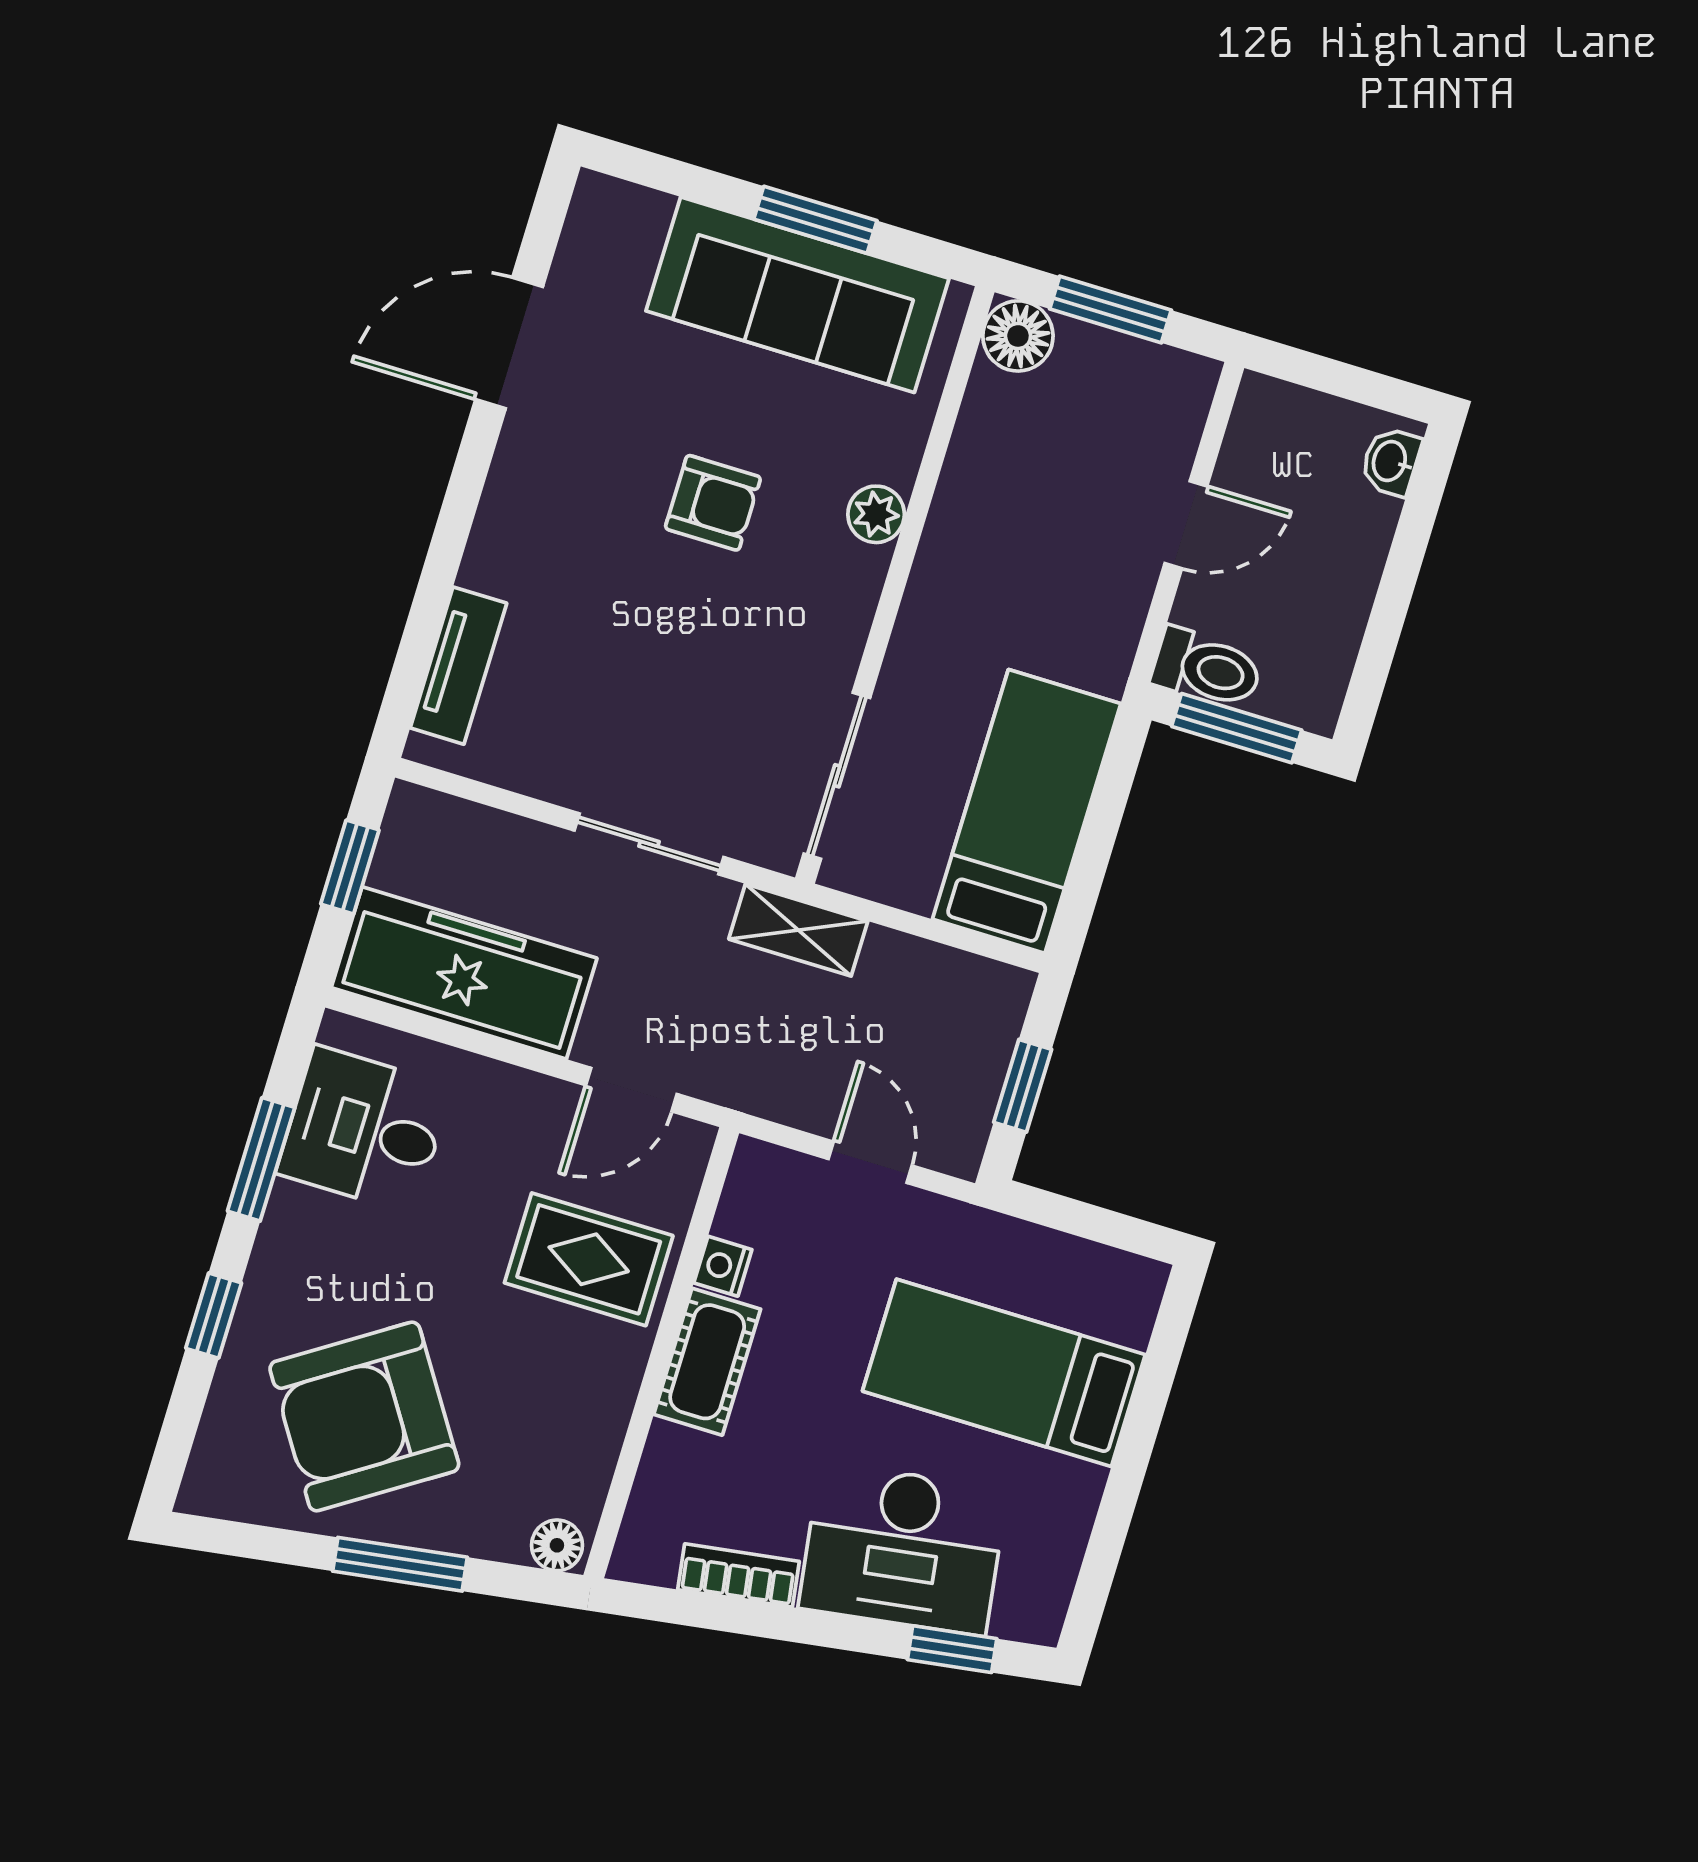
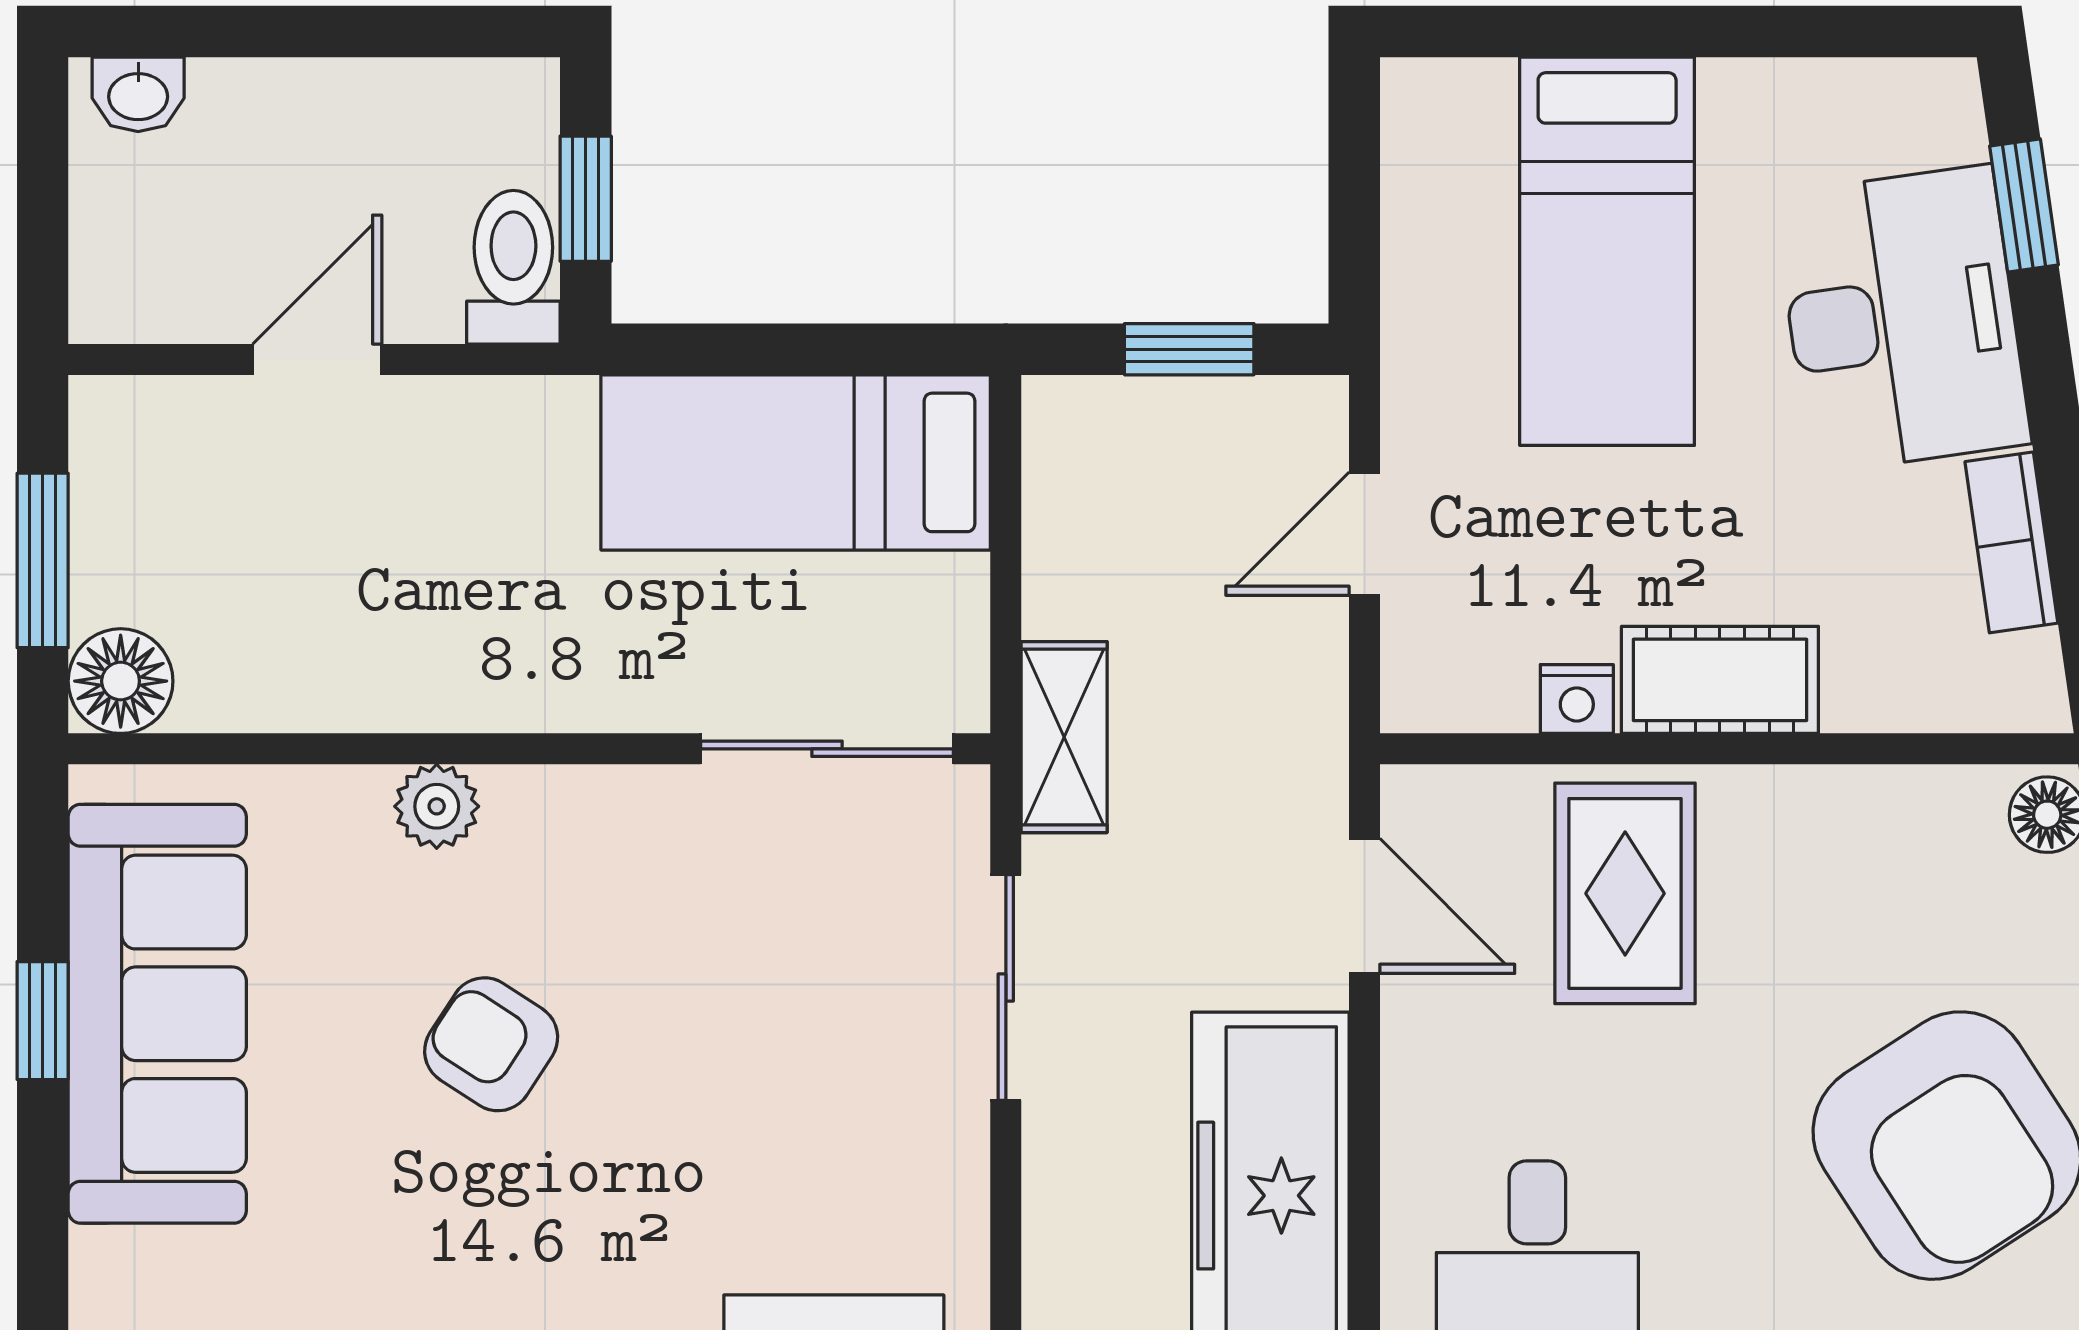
window: (815, 220) -> (43, 1021), width x0.67
armchair: (713, 503) -> (491, 1044), turned -57
door: (1186, 525) -> (317, 359), hinge flipped
window: (1237, 728) -> (586, 199), width x0.67

